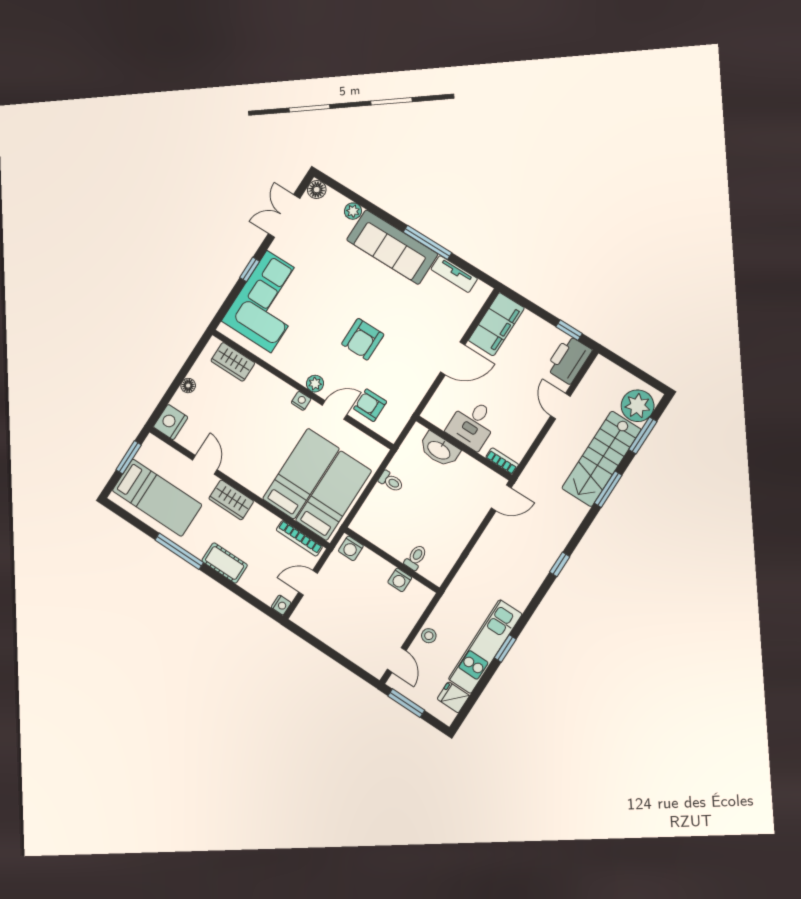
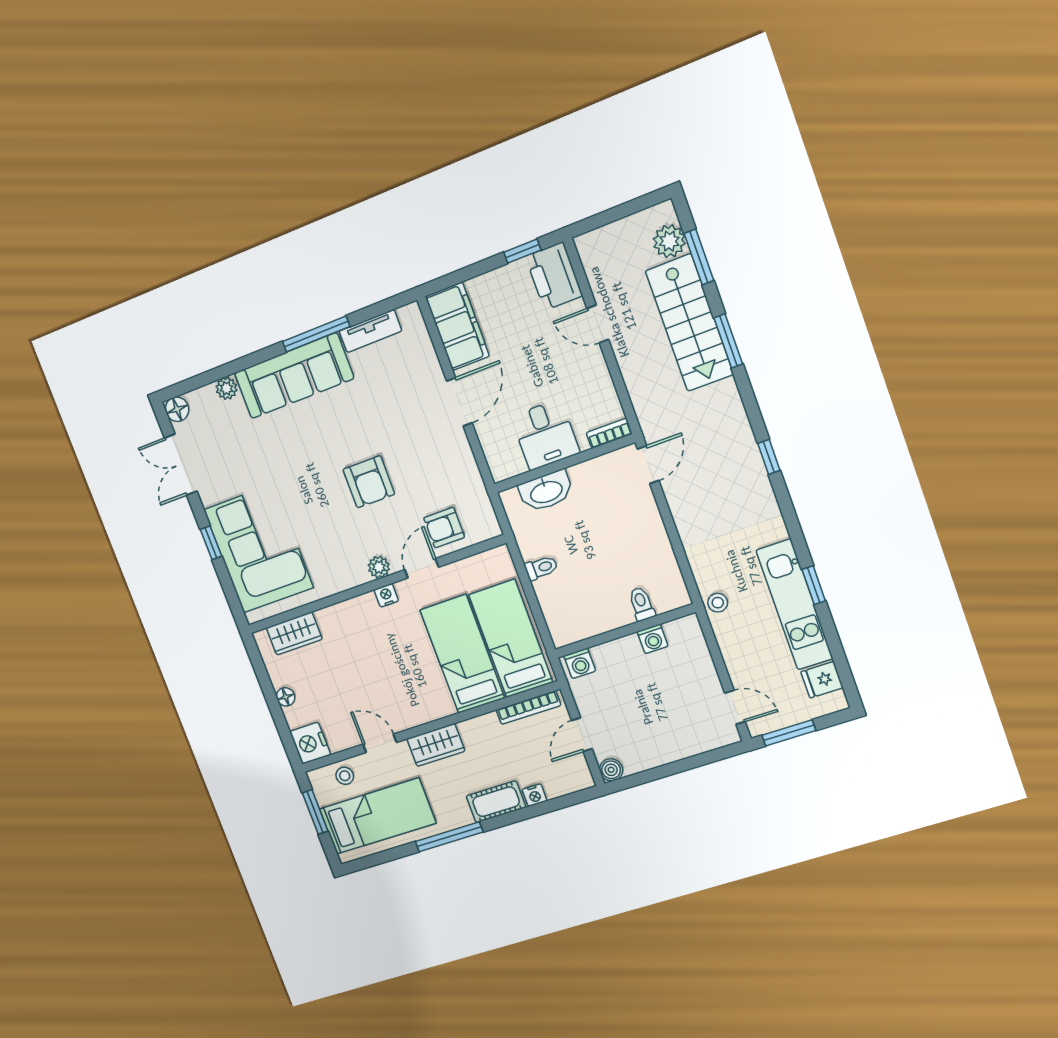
plant: (638, 406) -> (669, 241), width x0.73, depth x0.73
stool: (167, 459) -> (345, 776), added
nightstand: (281, 605) -> (535, 795), moved, turned 90
boiler: (300, 617) -> (611, 770), added
stool: (429, 636) -> (718, 603), moved

